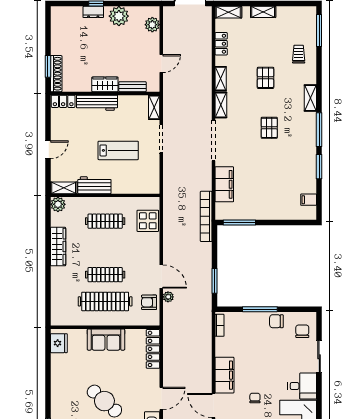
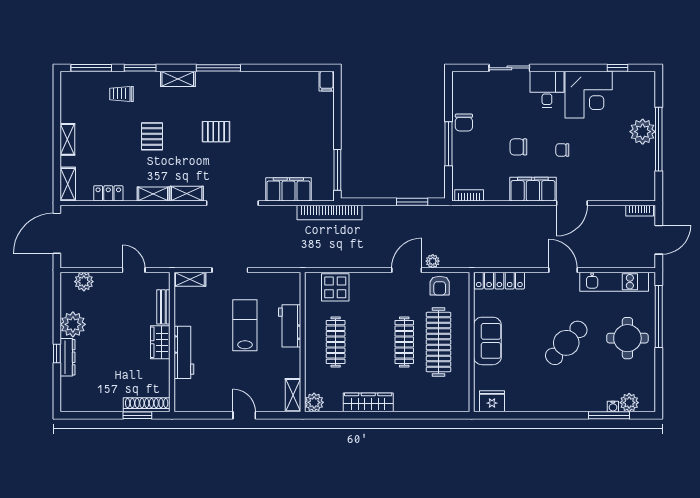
dresser: (93, 12) -> (68, 357), width x1.44
pallet: (266, 78) -> (152, 136), turned 90
locker: (63, 101) -> (182, 396), removed
window: (319, 167) -> (140, 68), moved
workbench: (94, 185) -> (290, 326), moved
filing cabinet: (309, 200) -> (327, 81), moved
chair: (302, 331) -> (518, 147), moved

